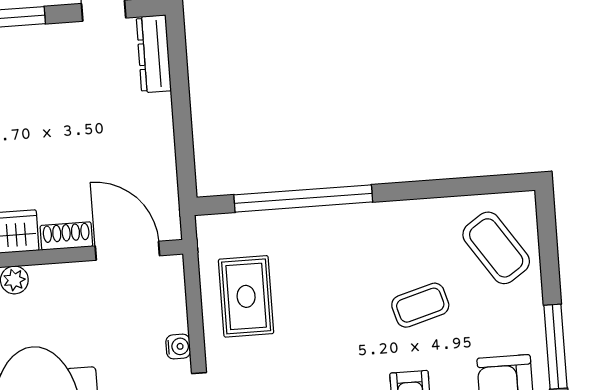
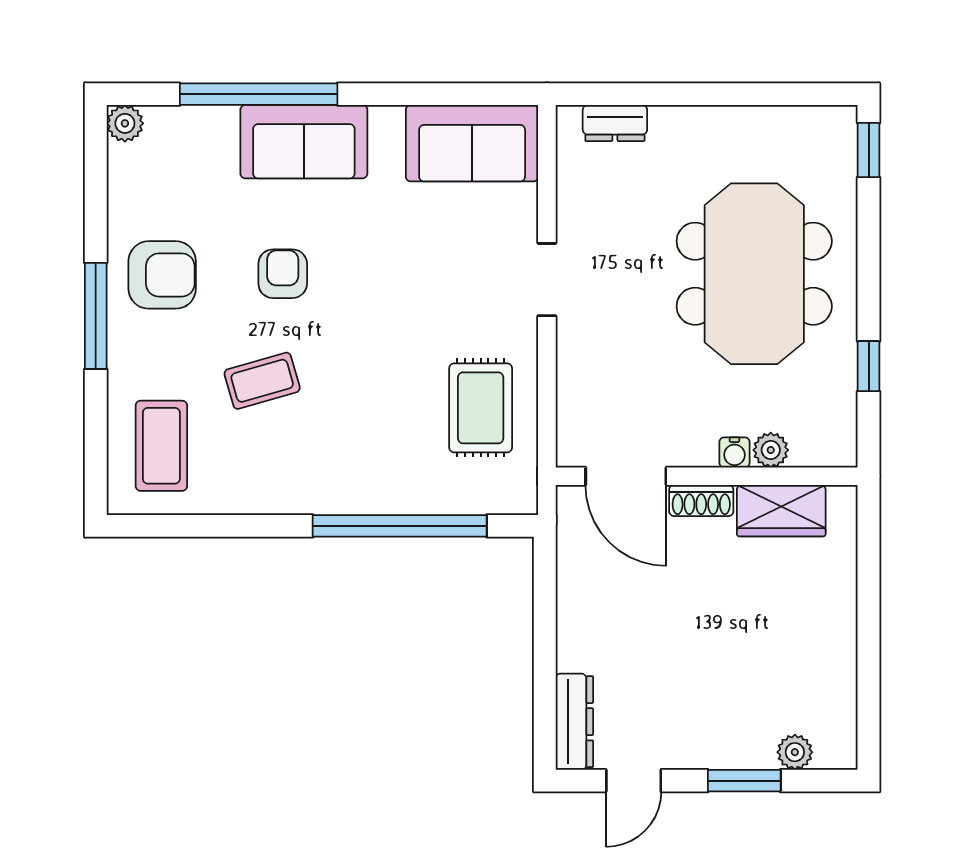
coffee table: (496, 248) -> (161, 446), turned 34
water cooler: (178, 347) -> (735, 452), moved, turned -90

